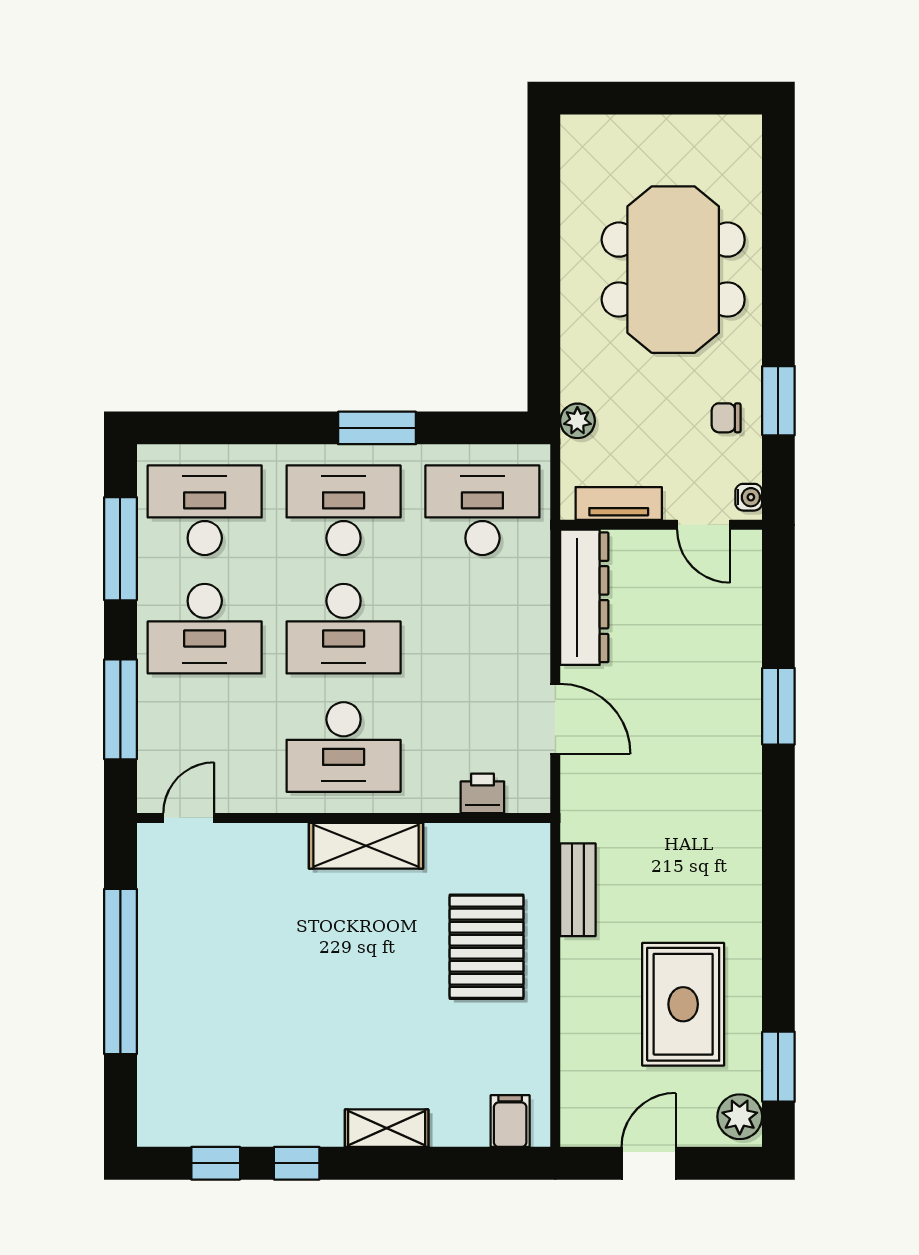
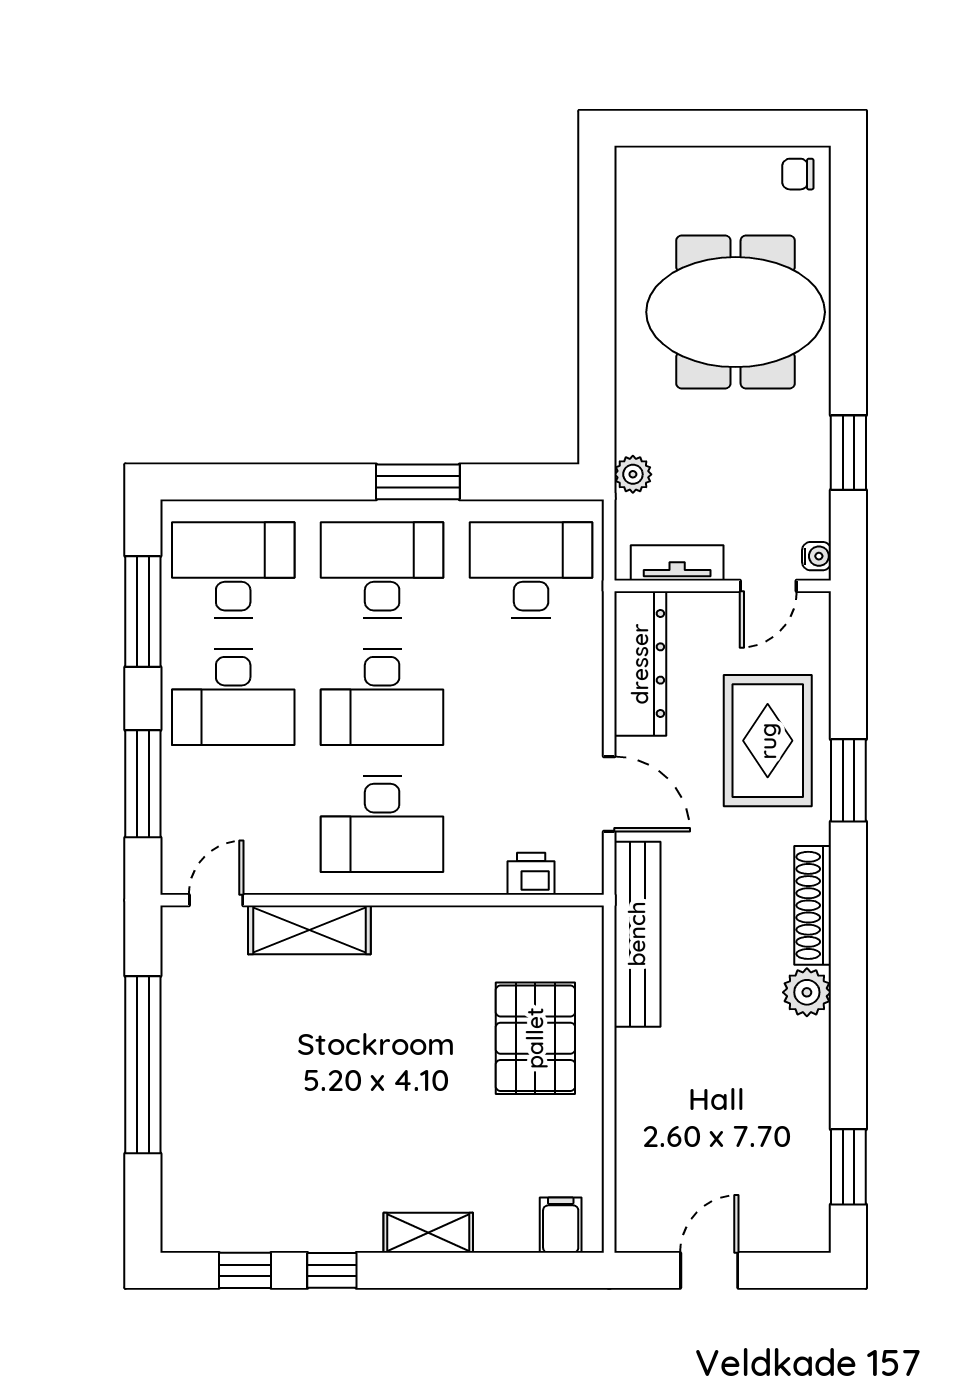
meeting table: (673, 270) -> (736, 312), turned 90
chair: (726, 418) -> (798, 174), moved
door: (704, 525) -> (768, 586), hinge flipped
shoe rack: (745, 823) -> (813, 905), added
shelving: (366, 846) -> (309, 930), moved
bench: (578, 890) -> (637, 934), width x1.86, depth x1.21
rug: (683, 1004) -> (768, 741), moved
plant: (740, 1117) -> (807, 992), moved

